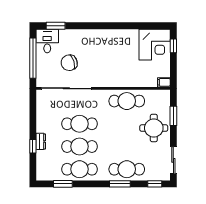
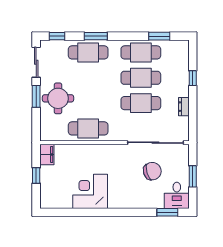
corner desk: (155, 45) -> (90, 191), moved
window: (173, 46) -> (36, 176), moved
window: (33, 58) -> (193, 176), width x0.47
filing cabinet: (164, 82) -> (47, 155), width x2.00
window: (173, 116) -> (36, 96), moved
dresser: (41, 141) -> (184, 107), moved

